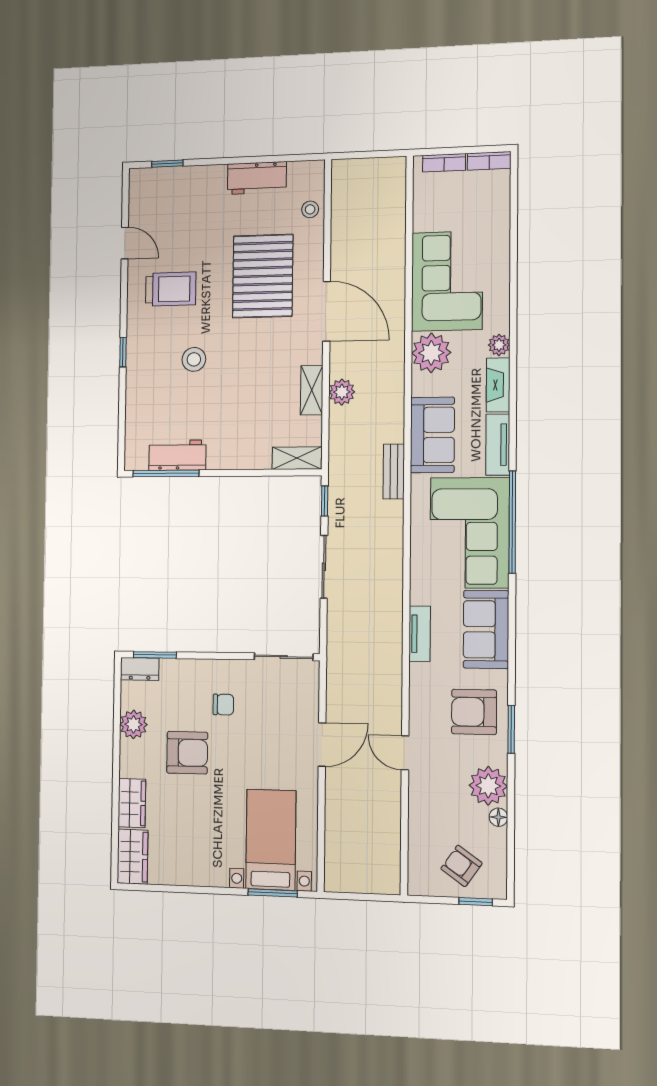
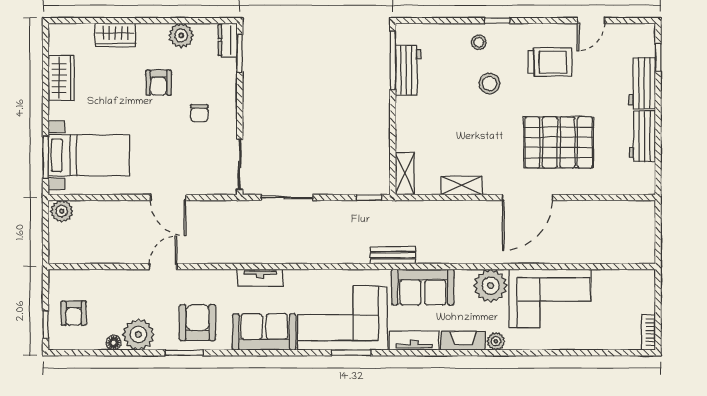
bookcase: (444, 163) -> (648, 295), removed
workbench: (196, 181) -> (642, 83), added
stool: (310, 209) -> (479, 42), moved
trolley: (171, 289) -> (550, 62), turned -90
plant: (342, 392) -> (62, 211), moved
window: (512, 522) -> (351, 353), width x0.47
sliding door: (324, 567) -> (287, 197), moved
armchair: (187, 753) -> (159, 83), width x0.72, depth x0.72
wardrobe: (132, 857) -> (61, 78), moved, turned -90
armchair: (461, 866) -> (74, 313), turned 145

